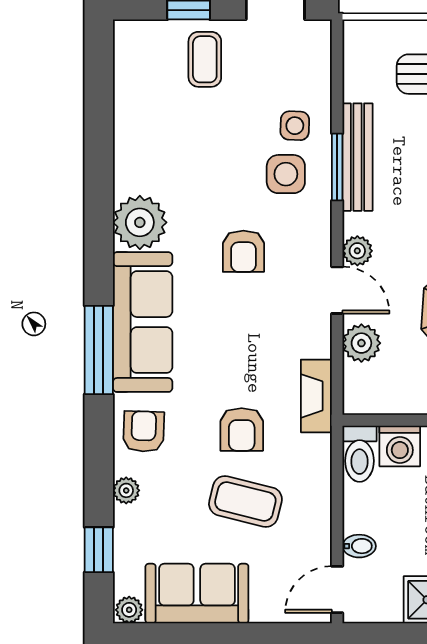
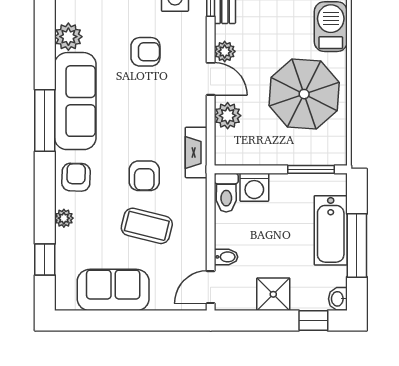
plant: (140, 222) -> (68, 37), width x0.73, depth x0.73
armchair: (243, 251) -> (145, 52), turned -90
plant: (129, 610) -> (66, 301), removed

